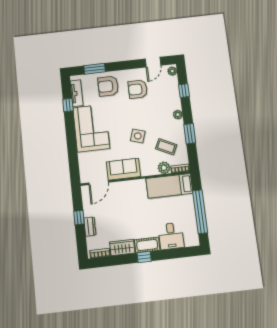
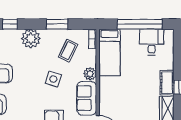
plant: (178, 115) -> (31, 39), width x1.87, depth x1.87
plant: (164, 168) -> (90, 74), moved
desk: (171, 236) -> (152, 42), moved, turned -90

